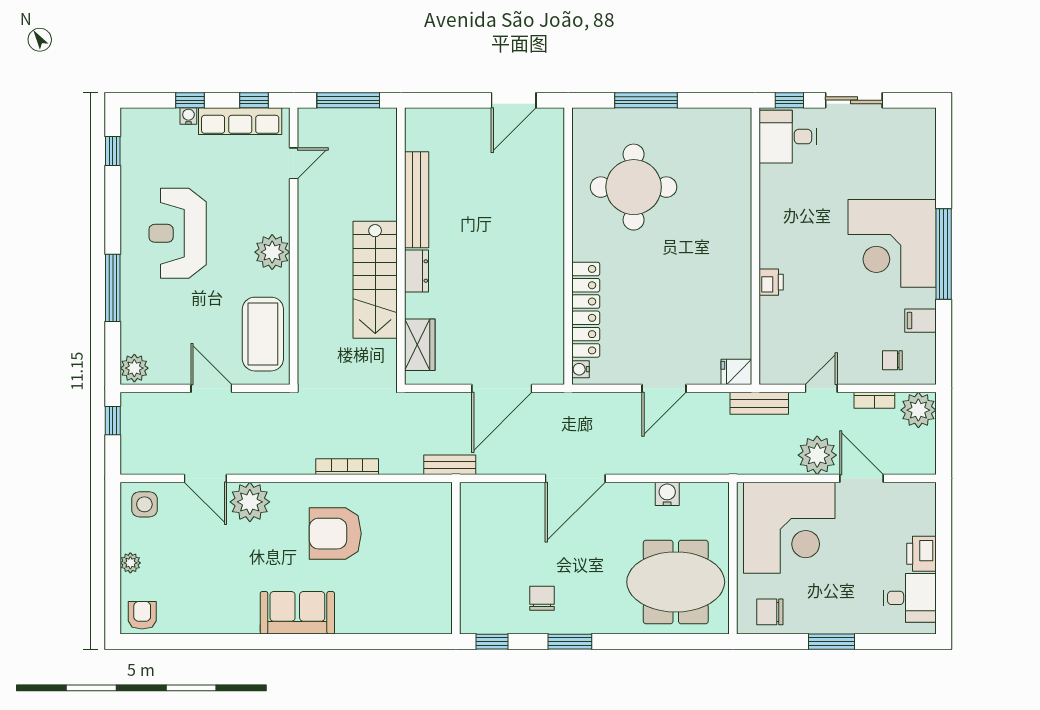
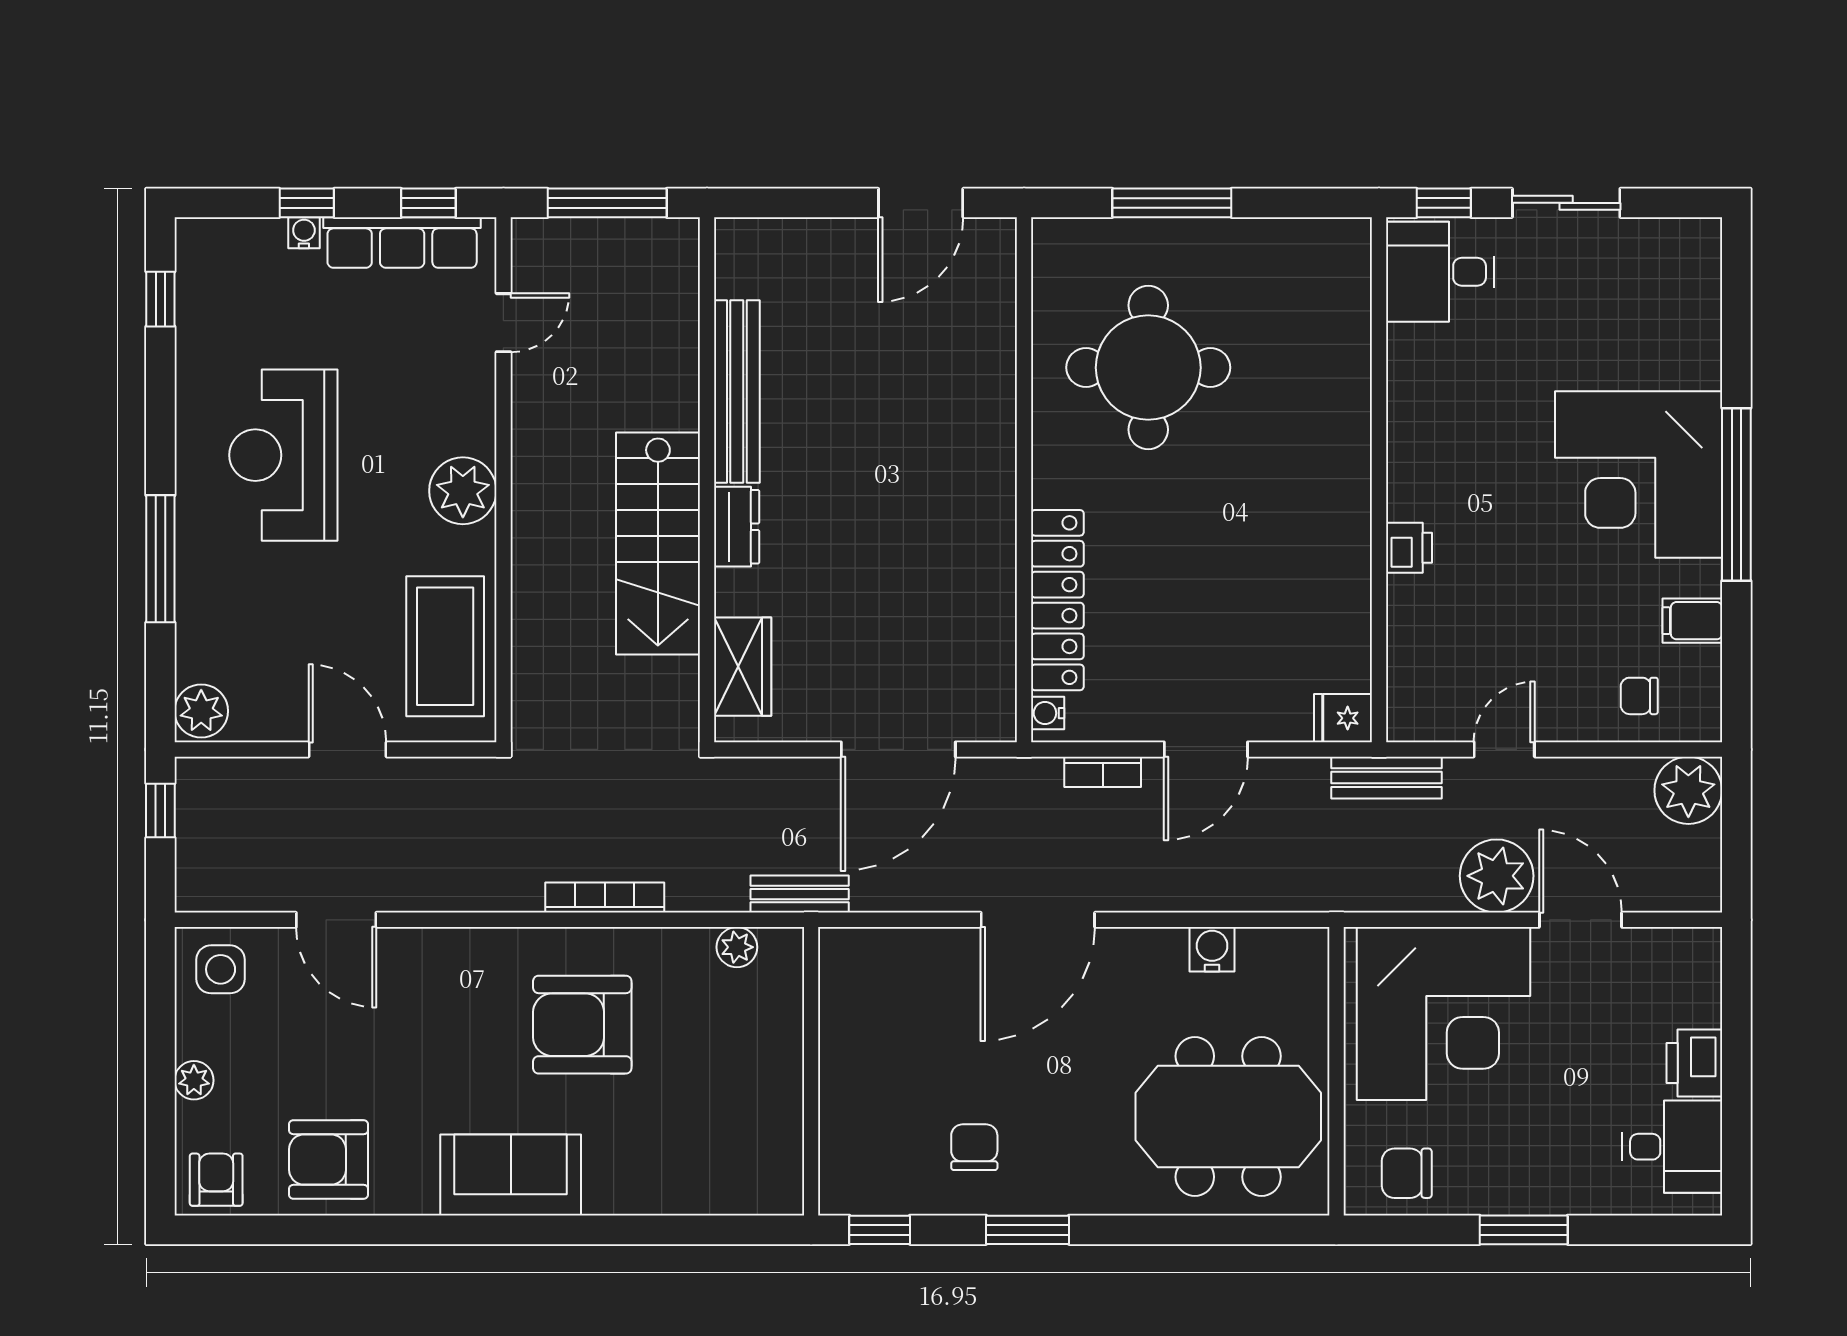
bookcase: (874, 400) -> (1103, 772), moved
plant: (250, 502) -> (737, 947), moved, width x0.53, depth x0.53
armchair: (201, 605) -> (329, 1160), added

